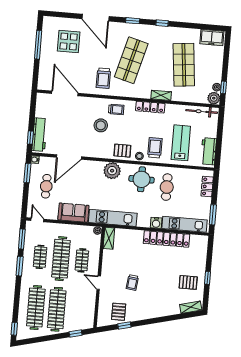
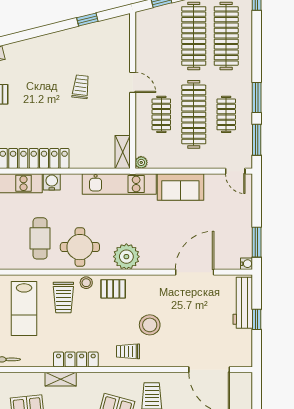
window: (30, 138) -> (257, 319), moved
cafe table: (46, 186) -> (226, 224), removed
pallet: (119, 312) -> (98, 40), removed

